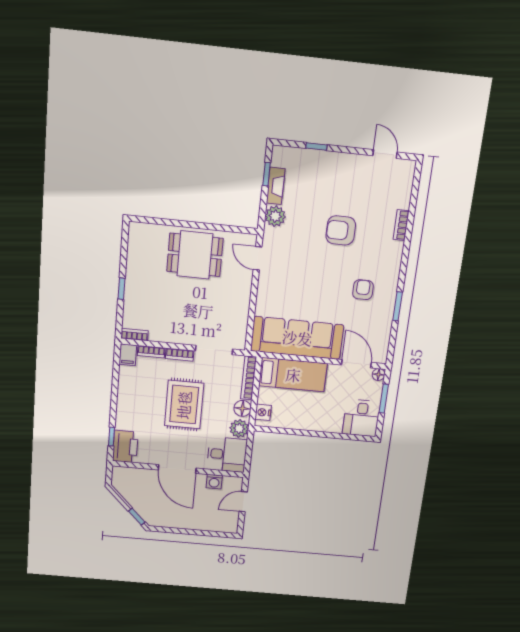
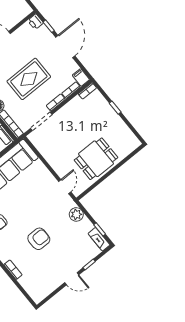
door: (385, 154) -> (72, 279), moved
fireplace: (276, 186) -> (99, 239), moved
door: (258, 258) -> (65, 187), hinge flipped
door: (114, 401) -> (65, 47), added
rug: (184, 405) -> (29, 79), turned 90
printer: (125, 447) -> (35, 22), width x0.53, depth x0.68

